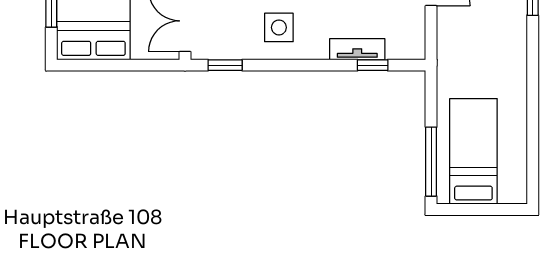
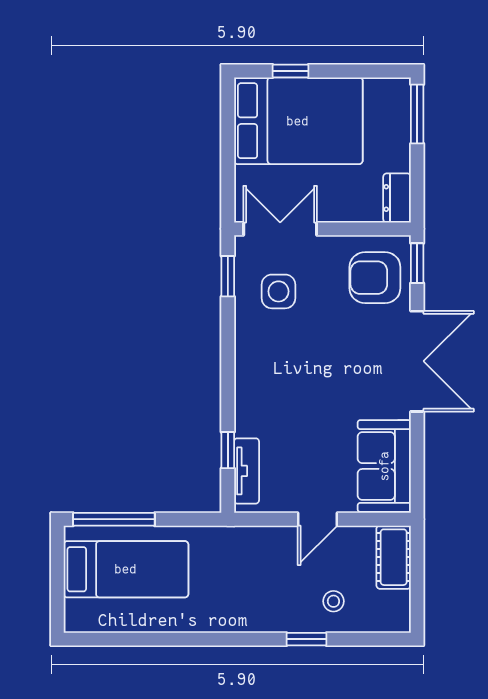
side table: (279, 27) -> (278, 291), moved
tv unit: (357, 49) -> (247, 471), moved

